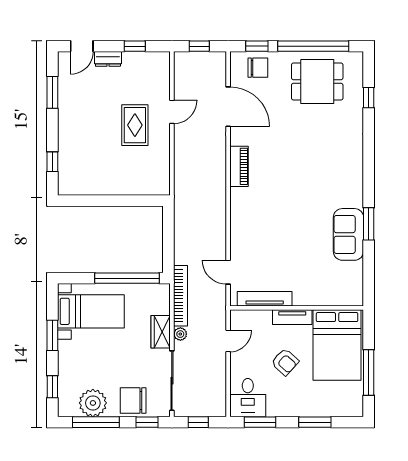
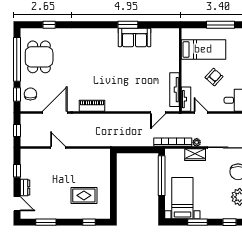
rug: (135, 125) -> (84, 195), moved
tv unit: (292, 317) -> (186, 99), moved
bed: (337, 345) -> (203, 49), width x0.67

